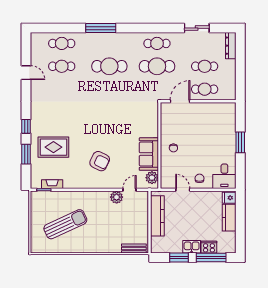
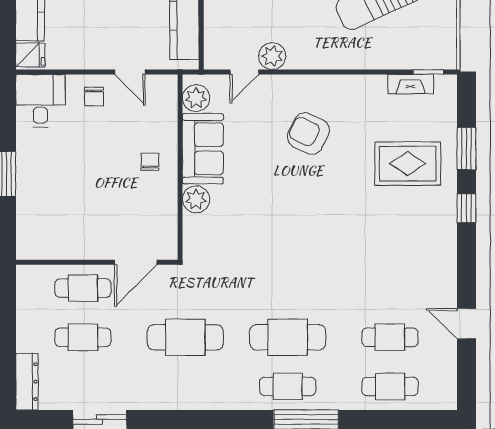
cafe table: (157, 43) -> (288, 386), moved
plant: (152, 130) -> (196, 199), added

